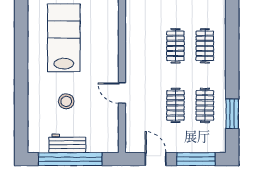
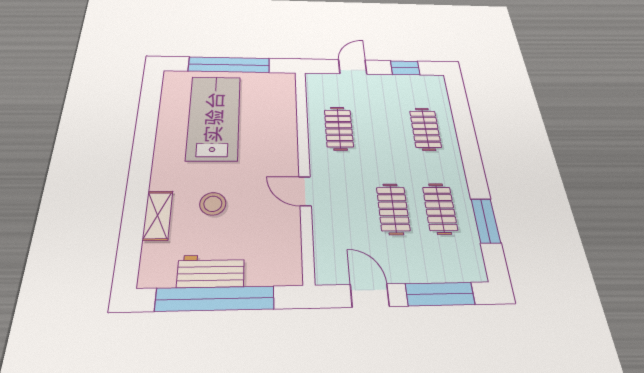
clothes rail: (175, 46) -> (339, 128), moved
shelving: (35, 109) -> (158, 215), added

